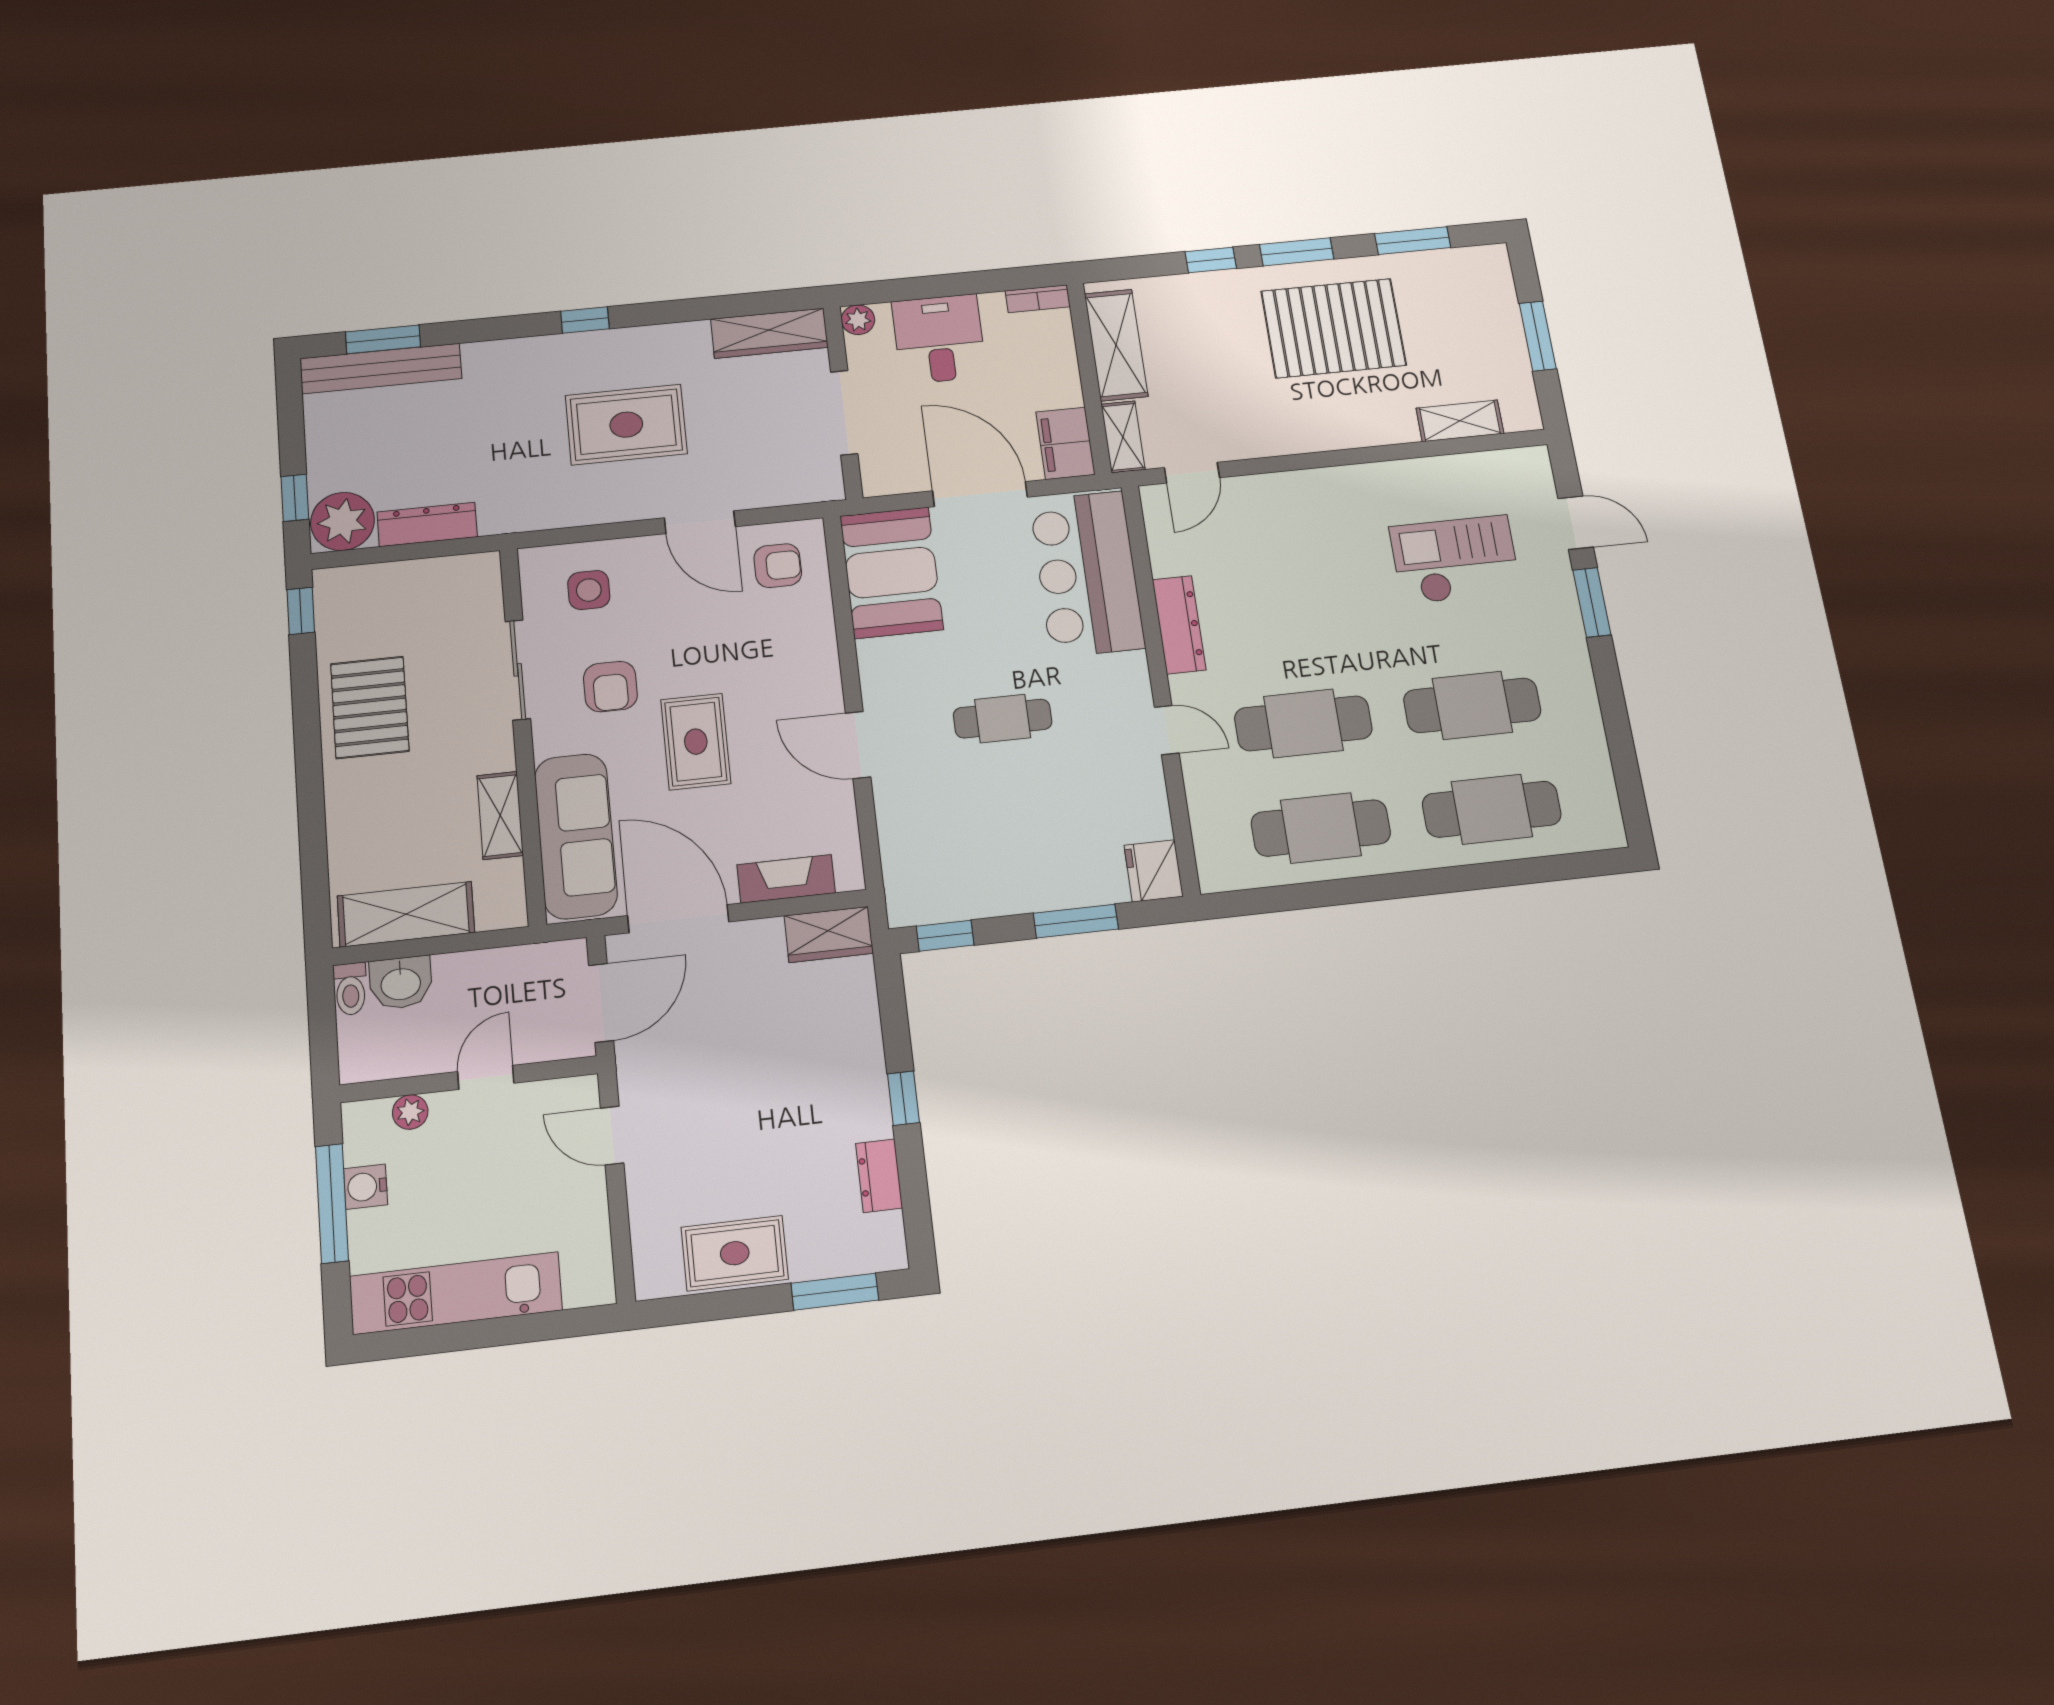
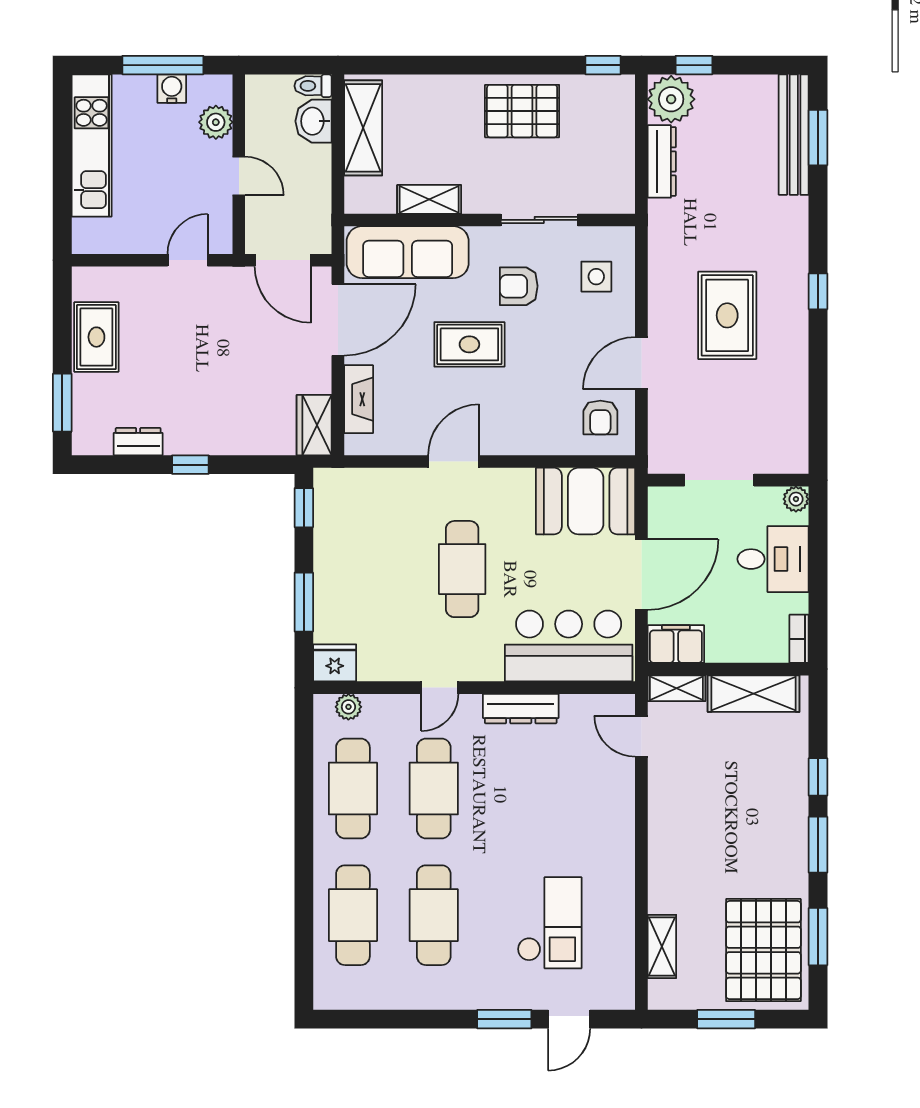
pallet: (1333, 328) -> (763, 950), moved
wardrobe: (769, 333) -> (792, 430), removed
cafe table: (1003, 719) -> (462, 569), width x1.37, depth x1.35
plant: (1211, 846) -> (348, 707), added
plant: (410, 1112) -> (216, 122), width x1.38, depth x1.38

